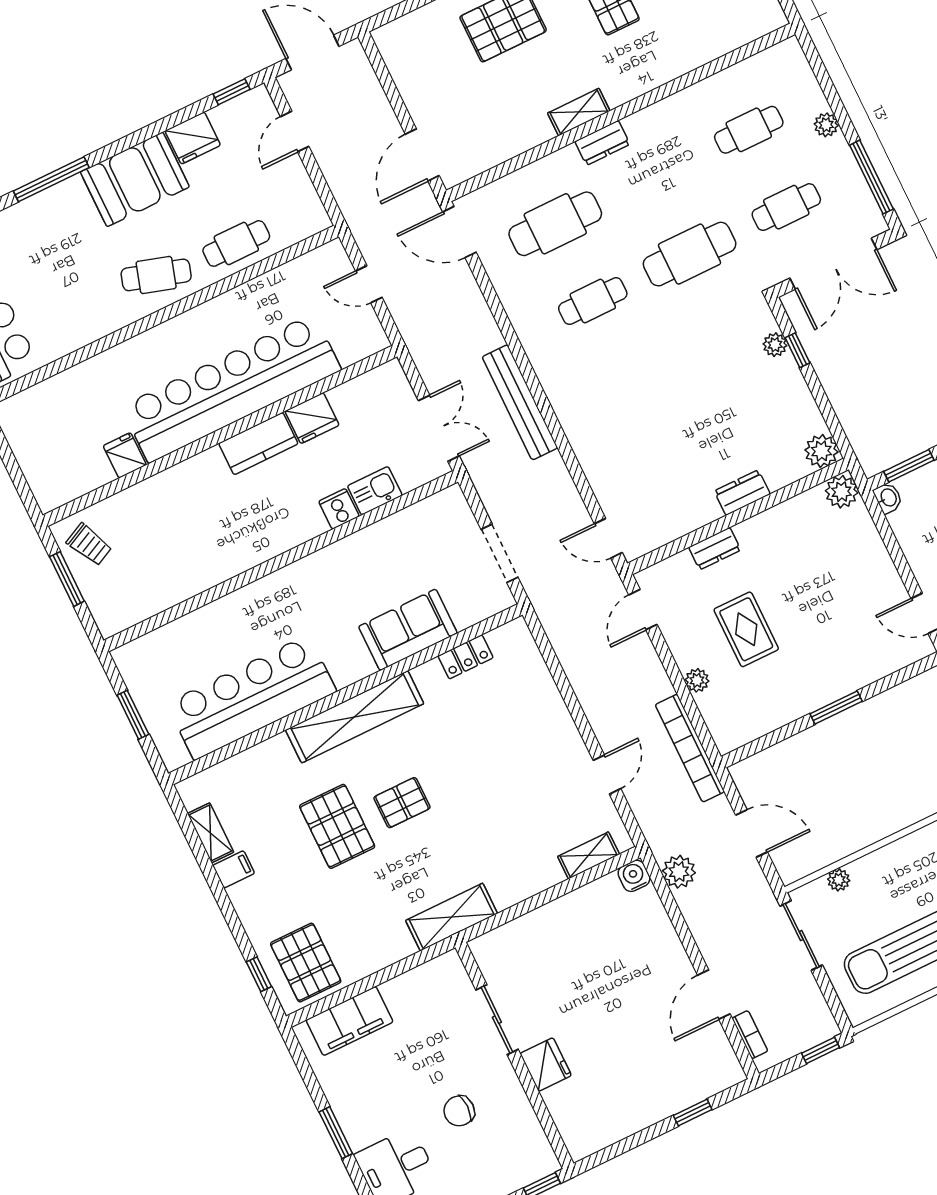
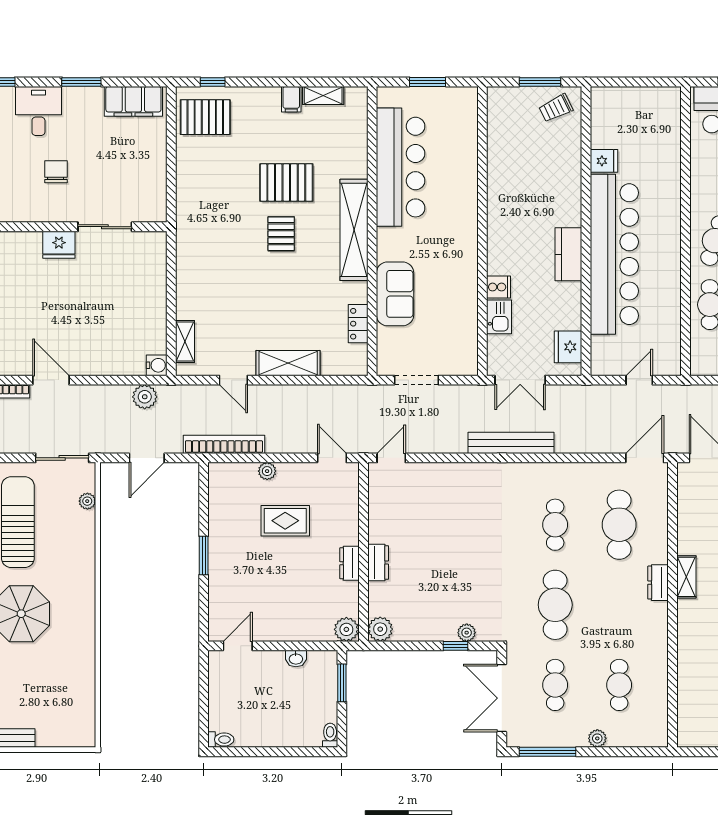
fridge: (312, 418) -> (568, 347), moved
washbasin: (888, 498) -> (296, 659), moved
dresser: (715, 549) -> (350, 563), moved
shelving: (452, 917) -> (288, 363), moved, turned 90
filing cabinet: (350, 1021) -> (133, 101), moved, turned -90

